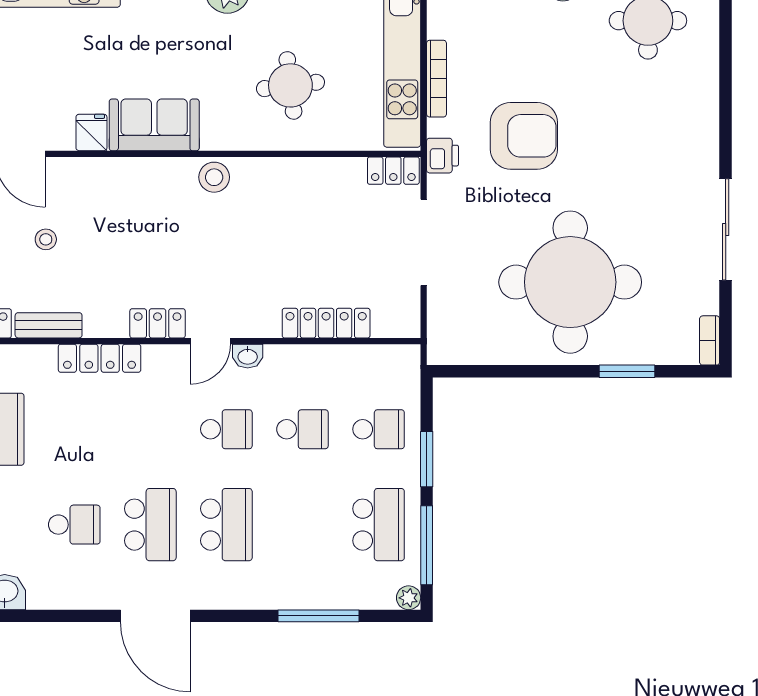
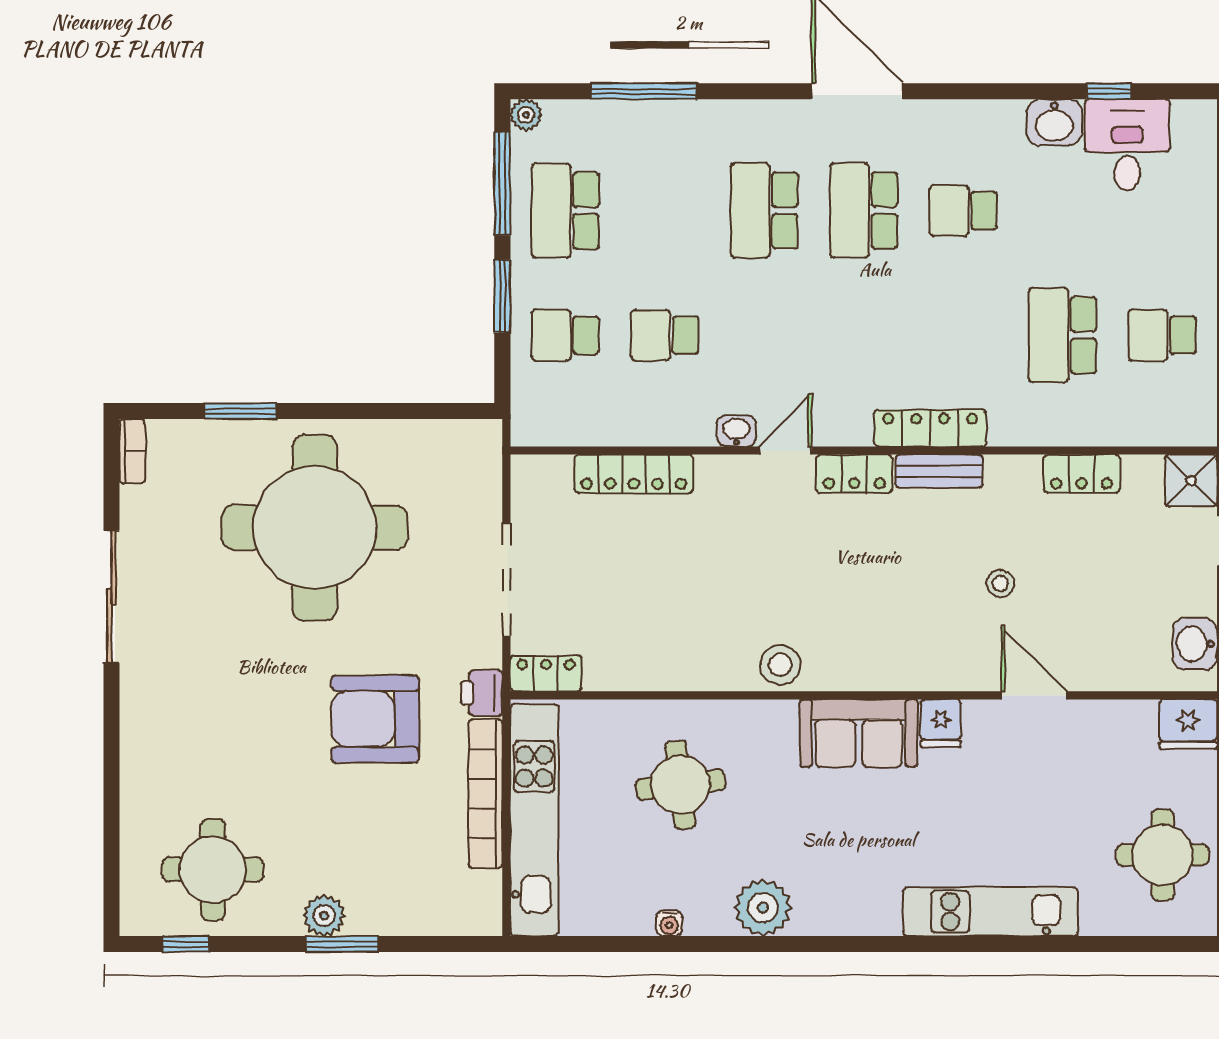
bookcase: (436, 79) -> (485, 794), width x1.48, depth x1.31
bench: (49, 325) -> (939, 471), moved
school desk: (226, 429) -> (764, 335), removed

